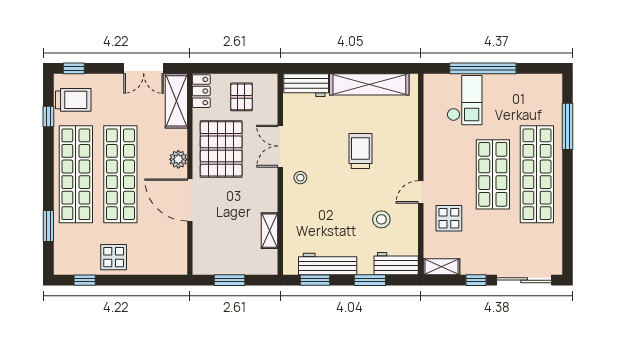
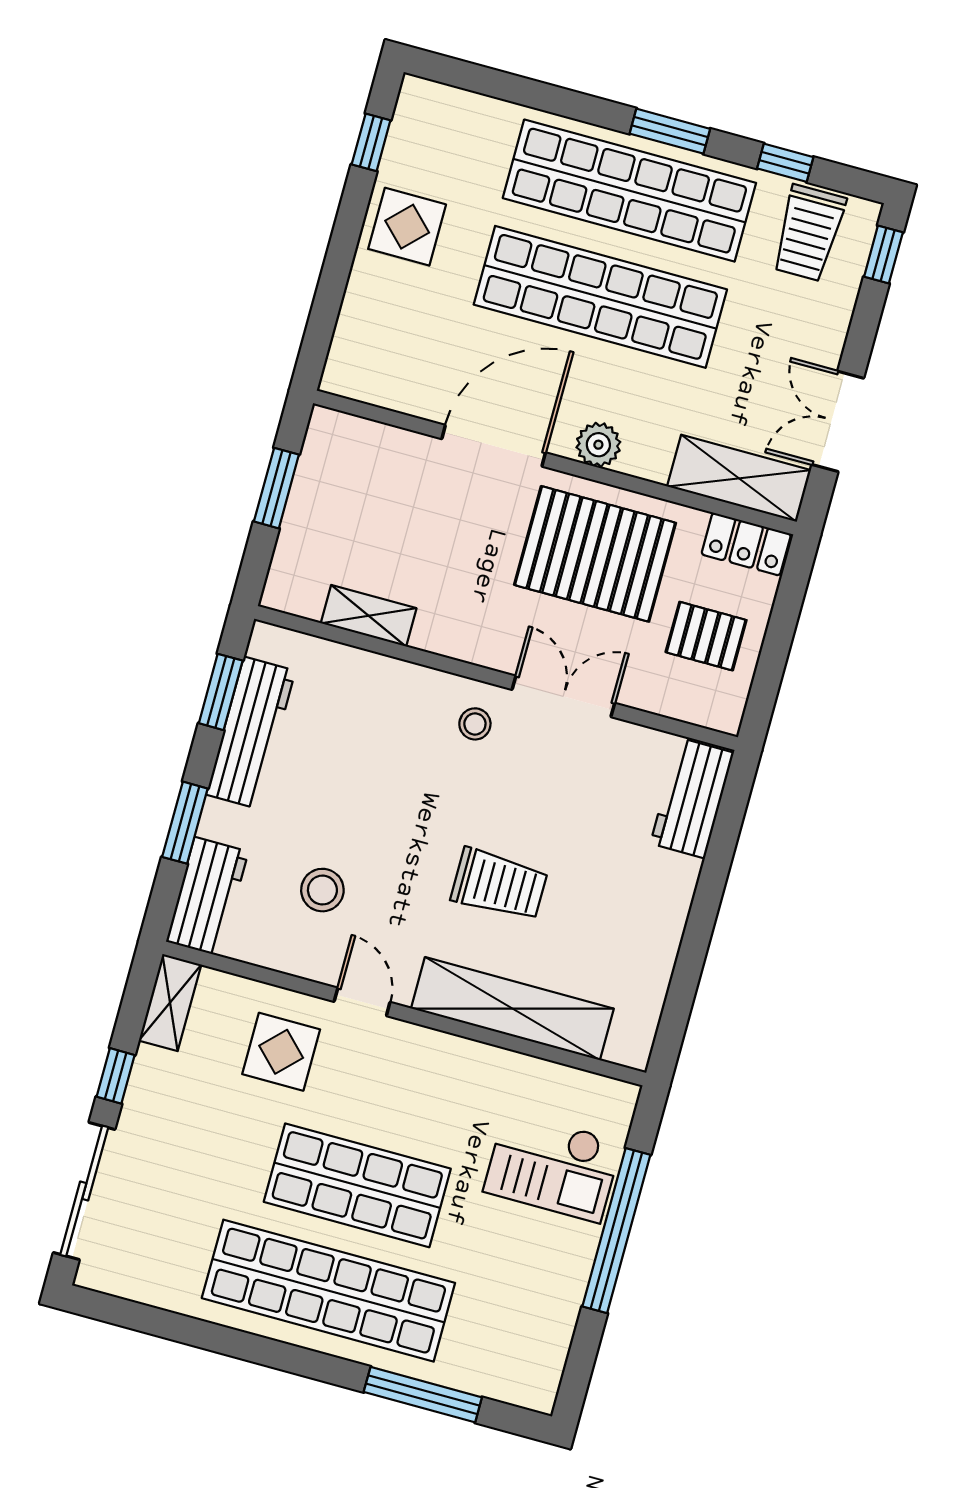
shelving: (369, 84) -> (512, 1009), moved, turned 90
window: (48, 226) -> (670, 131), moved

